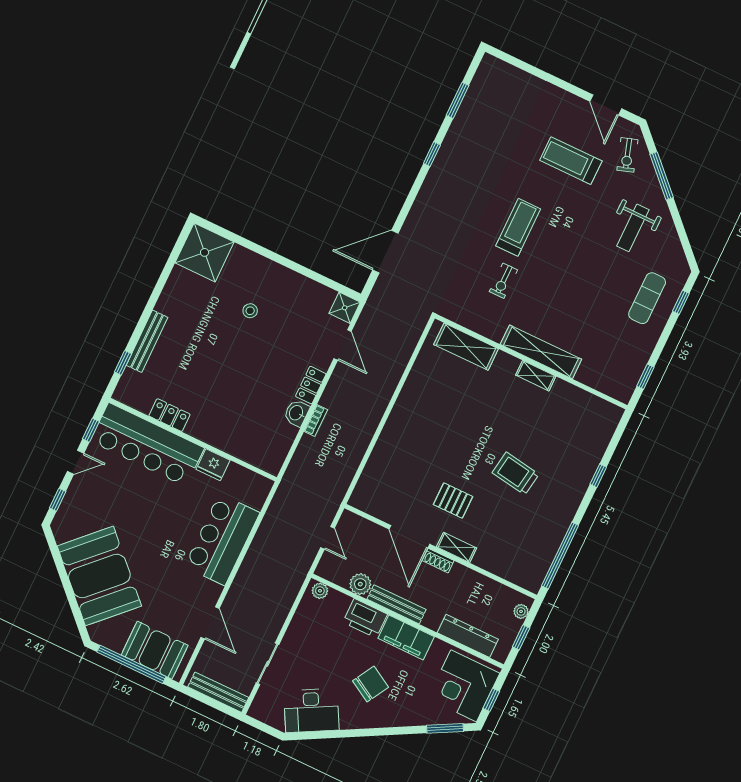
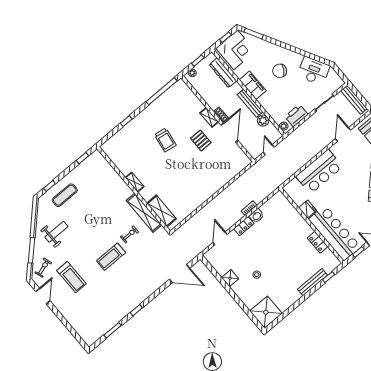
shower: (345, 308) -> (230, 278), moved
shelving: (541, 352) -> (144, 213), moved
printer: (365, 618) -> (296, 116), moved, turned -90

